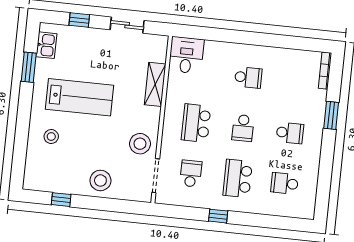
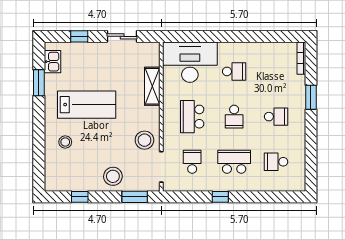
desk: (186, 55) -> (190, 62), width x1.87, depth x1.30
school desk: (238, 178) -> (234, 162), turned 90
window: (122, 206) -> (135, 197), added

